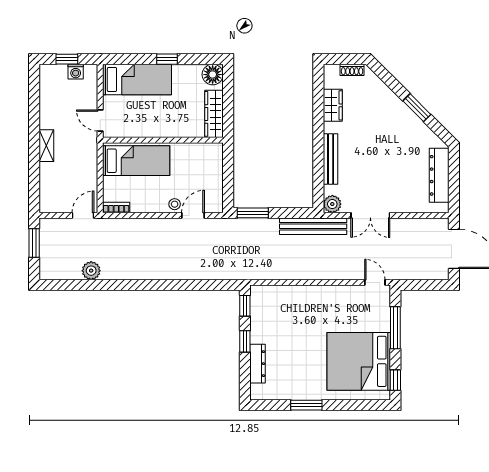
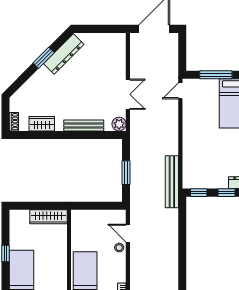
shoe rack: (352, 70) -> (14, 122), moved
floor lamp: (213, 75) -> (18, 218), removed
dresser: (439, 175) -> (64, 54), moved, turned -45
window: (253, 213) -> (126, 173), moved
bench: (313, 226) -> (172, 182), moved

